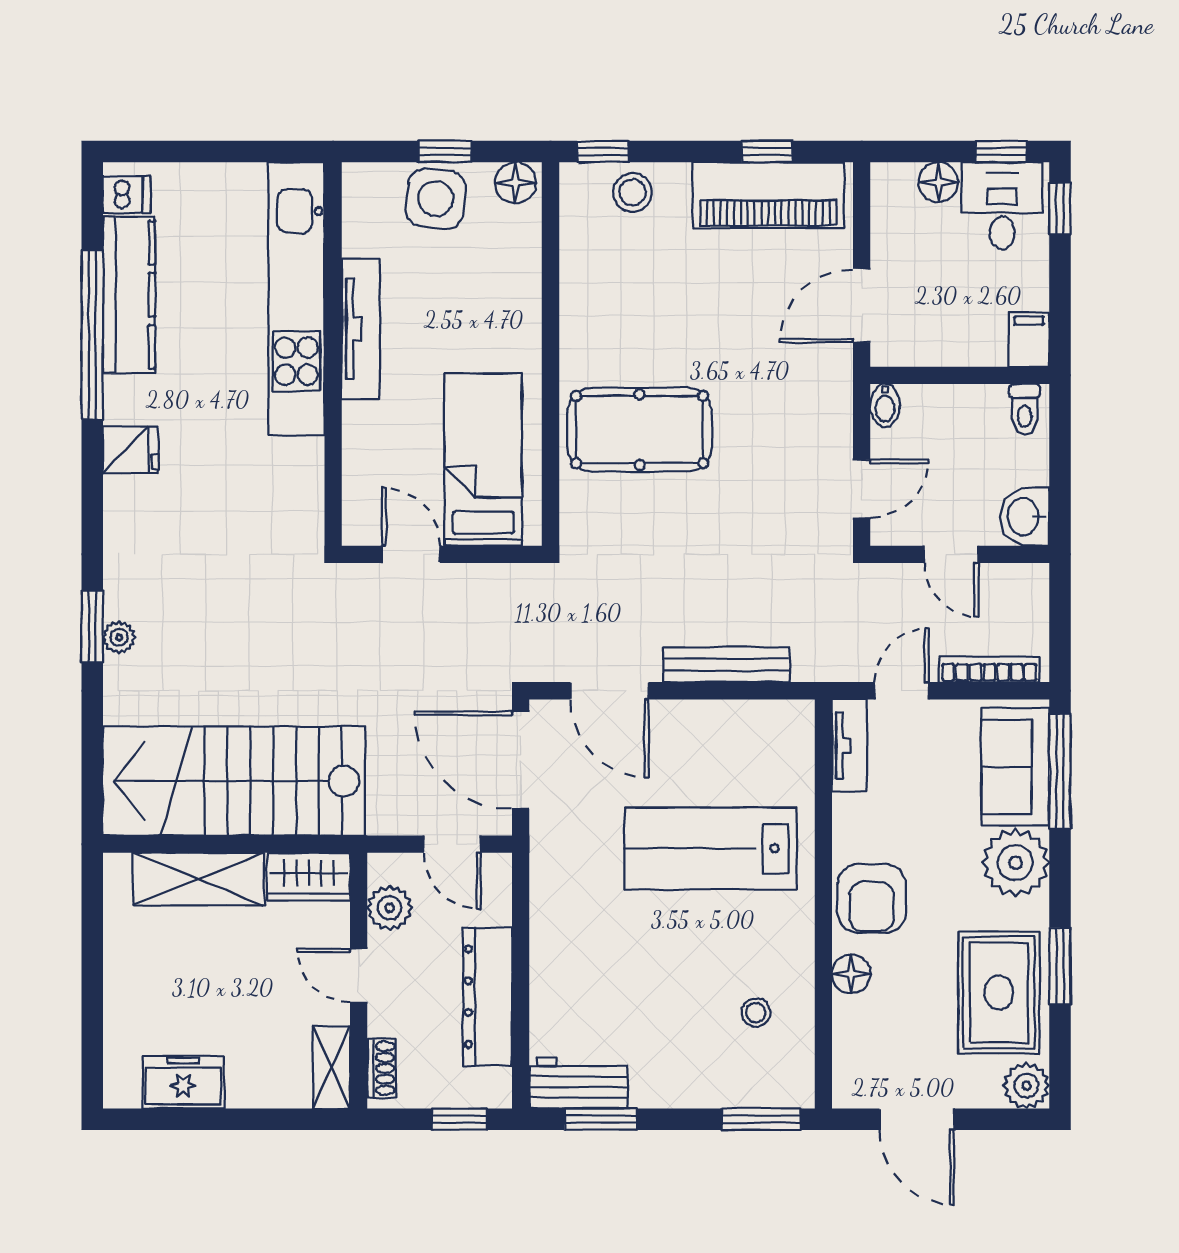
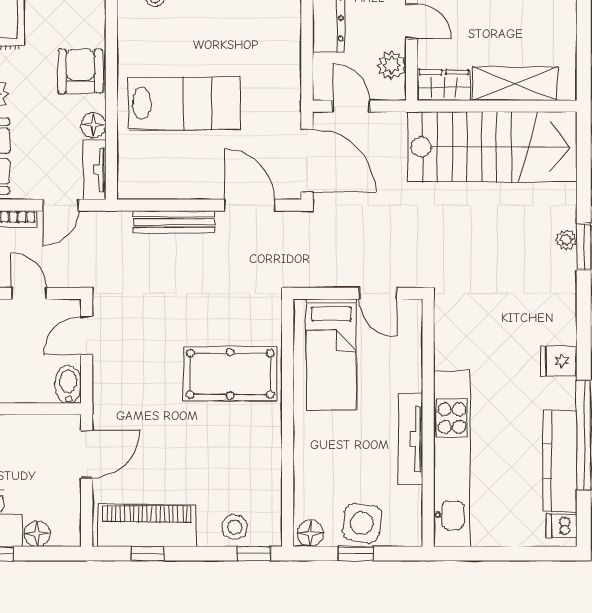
bidet: (885, 405) -> (68, 384), width x1.38, depth x1.36
floor lamp: (851, 974) -> (93, 125), moved

